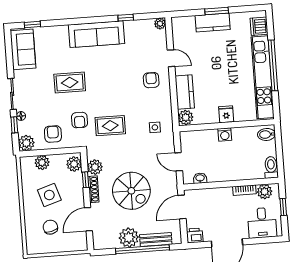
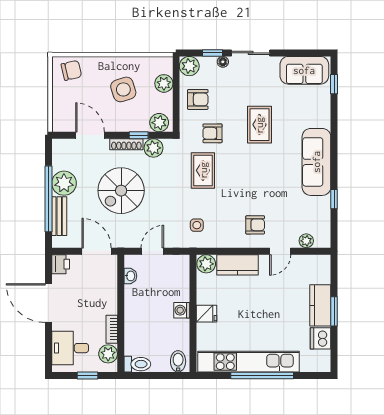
plant: (160, 24) -> (306, 241), moved
dishwasher: (259, 26) -> (321, 338), moved, turned -90
chair: (50, 227) -> (71, 70), moved

